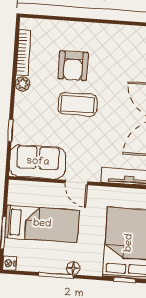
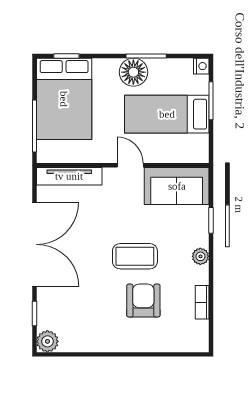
bookcase: (23, 52) -> (202, 302), width x0.64
plant: (23, 84) -> (200, 256), moved
floor lamp: (73, 268) -> (133, 72), width x1.89, depth x1.89

